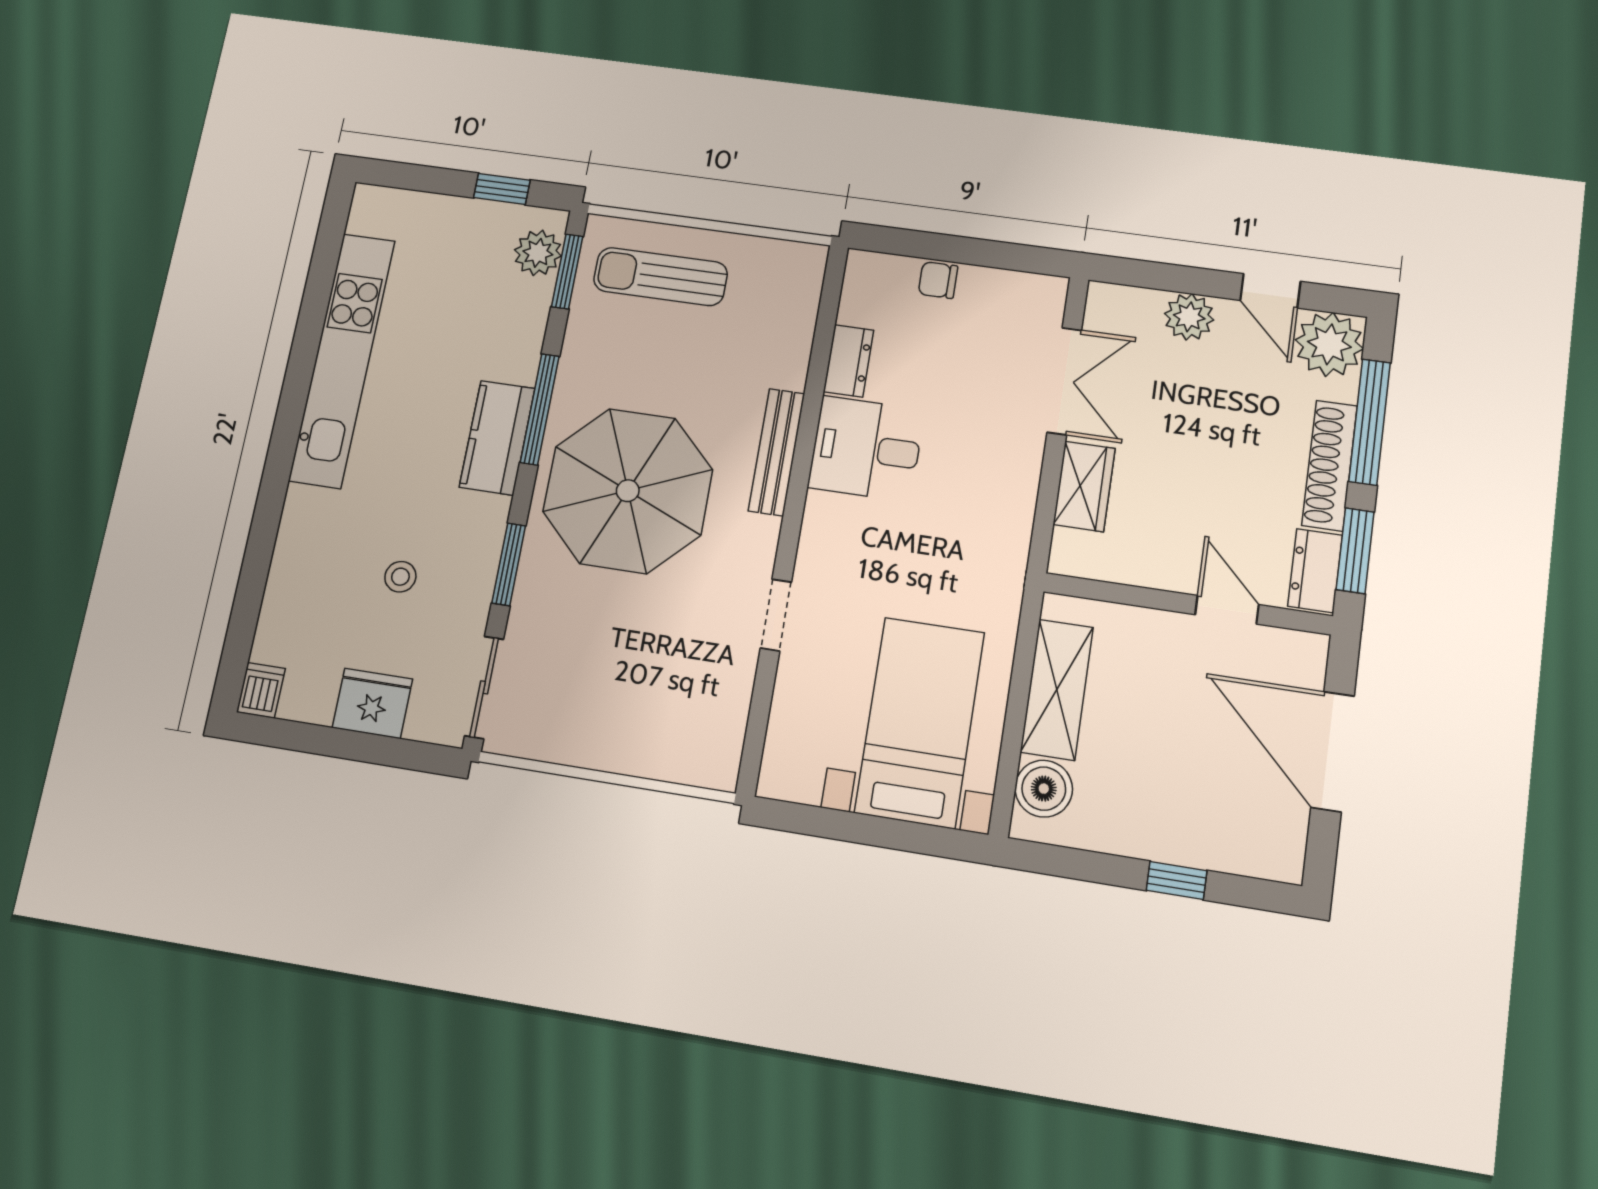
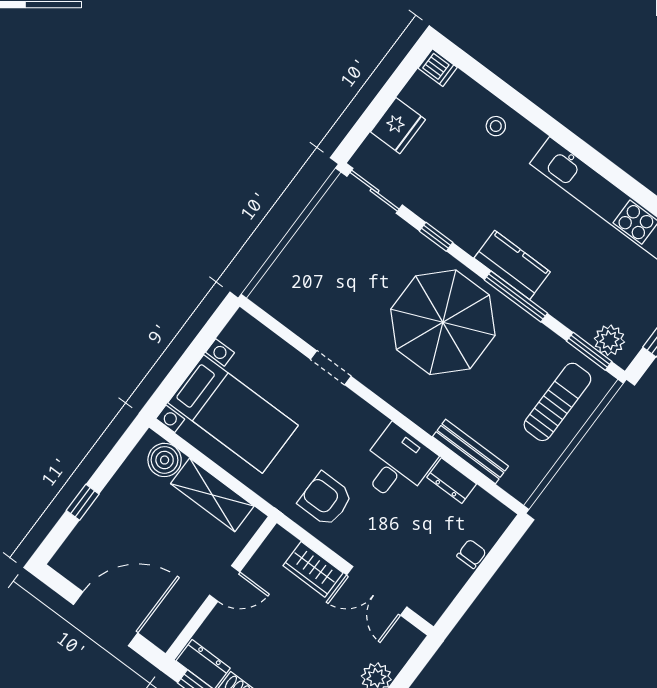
bench: (777, 452) -> (470, 451), moved
armchair: (972, 522) -> (325, 499), added
window: (509, 564) -> (436, 237), width x0.67
stool: (400, 577) -> (496, 126), moved
door: (1227, 610) -> (225, 584), moved

